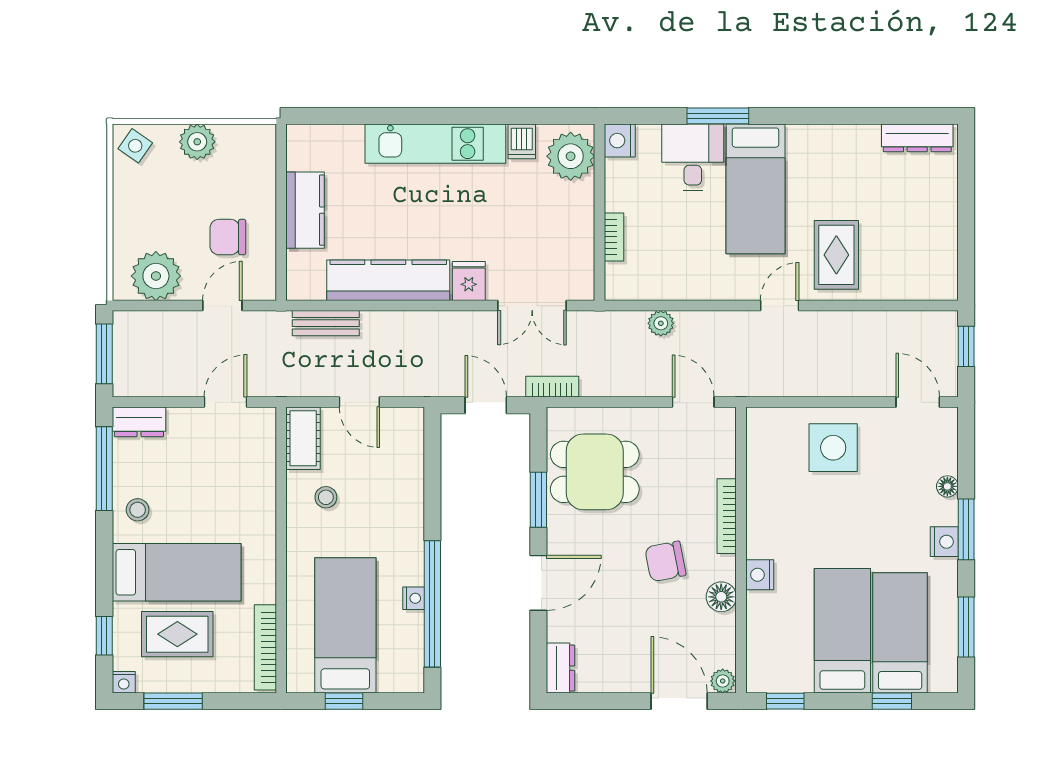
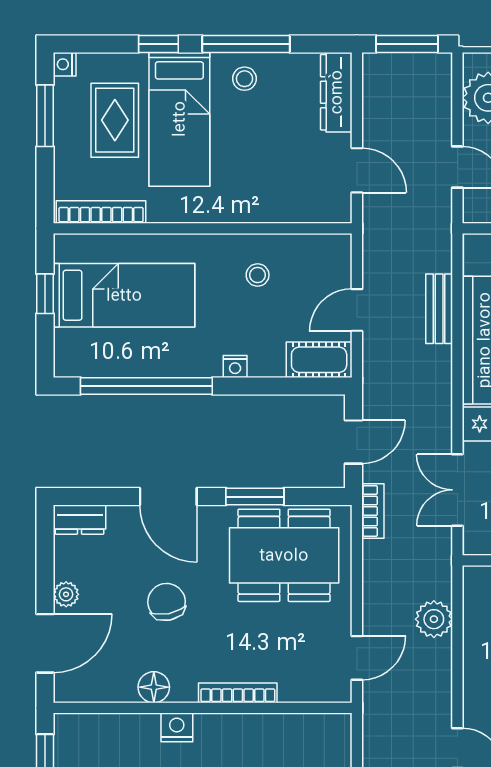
bench: (326, 323) -> (439, 309), moved
plant: (661, 323) -> (434, 619), width x1.38, depth x1.38
dresser: (139, 422) -> (336, 92), width x1.44
cot: (303, 438) -> (319, 360), moved
window: (104, 469) -> (246, 44), moved
dining table: (595, 472) -> (284, 555), width x1.37
chair: (665, 561) -> (167, 602), moved
nightstand: (414, 598) -> (235, 366), moved
window: (104, 636) -> (159, 44), moved
plant: (723, 681) -> (66, 594), moved

